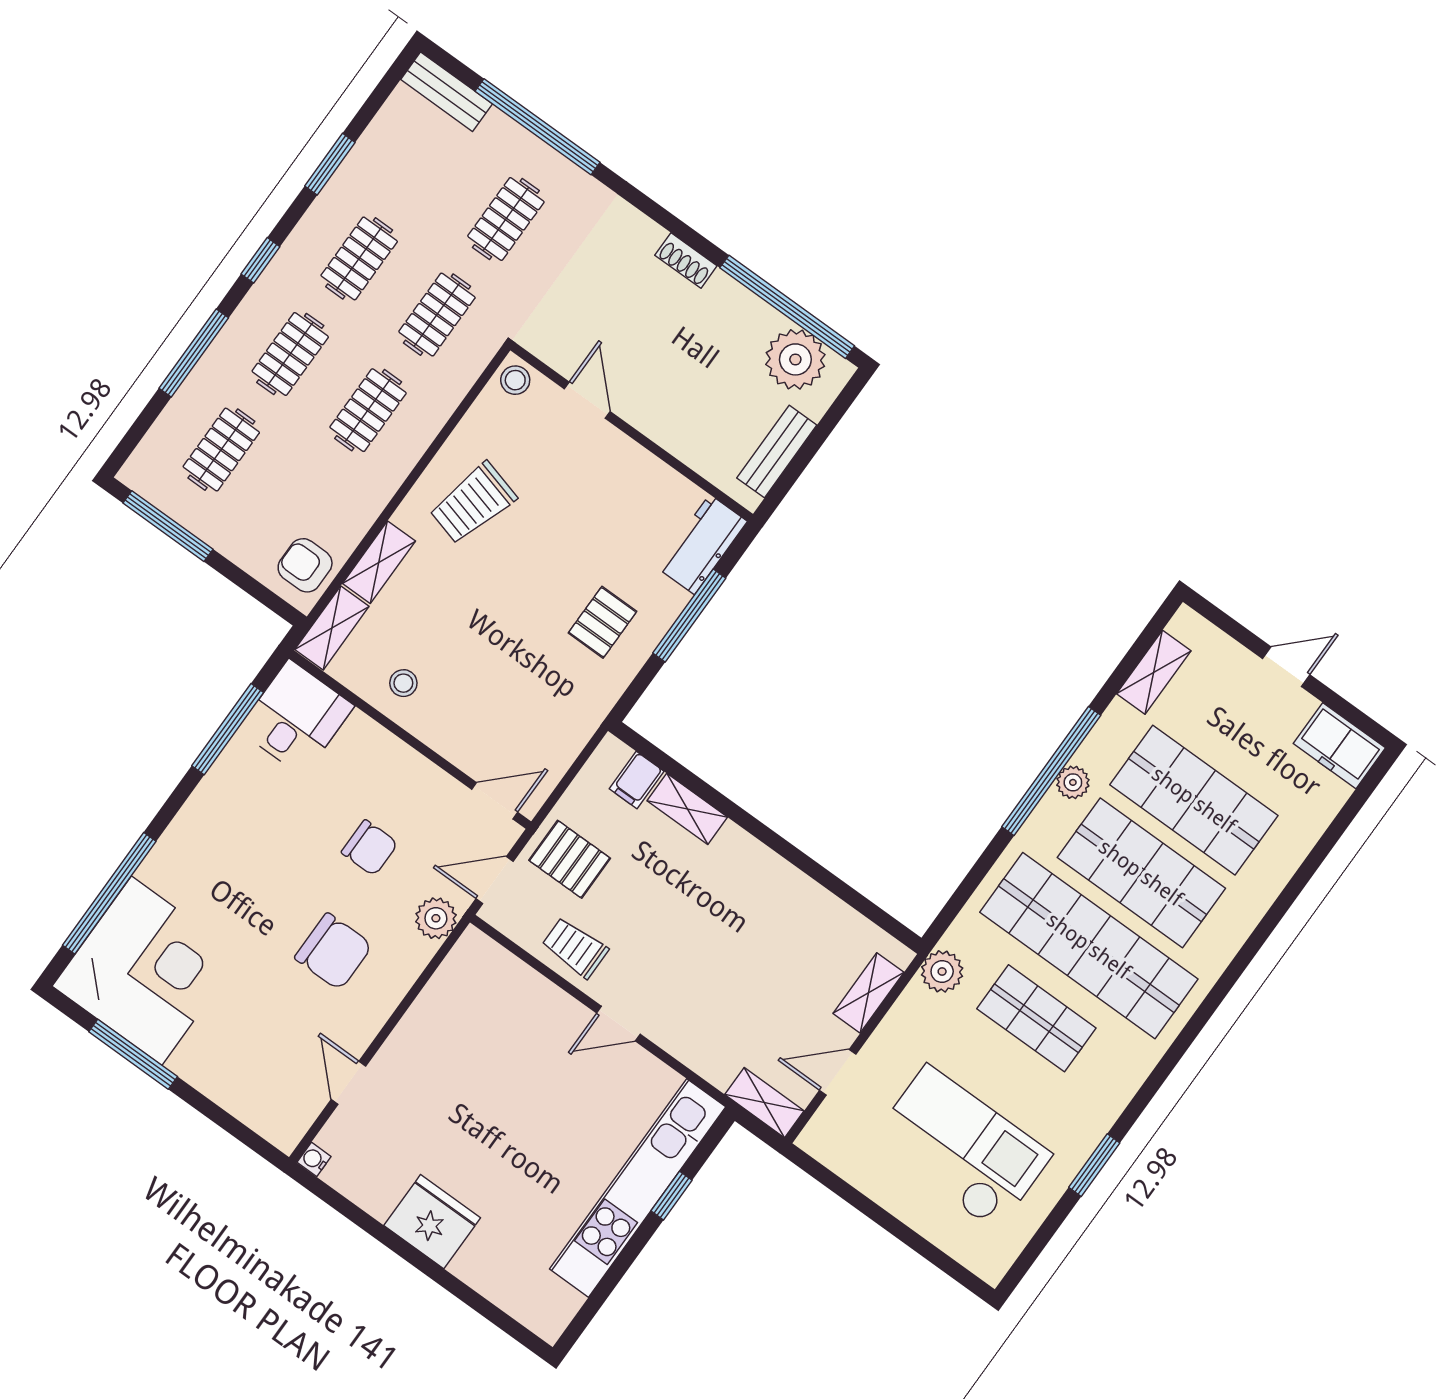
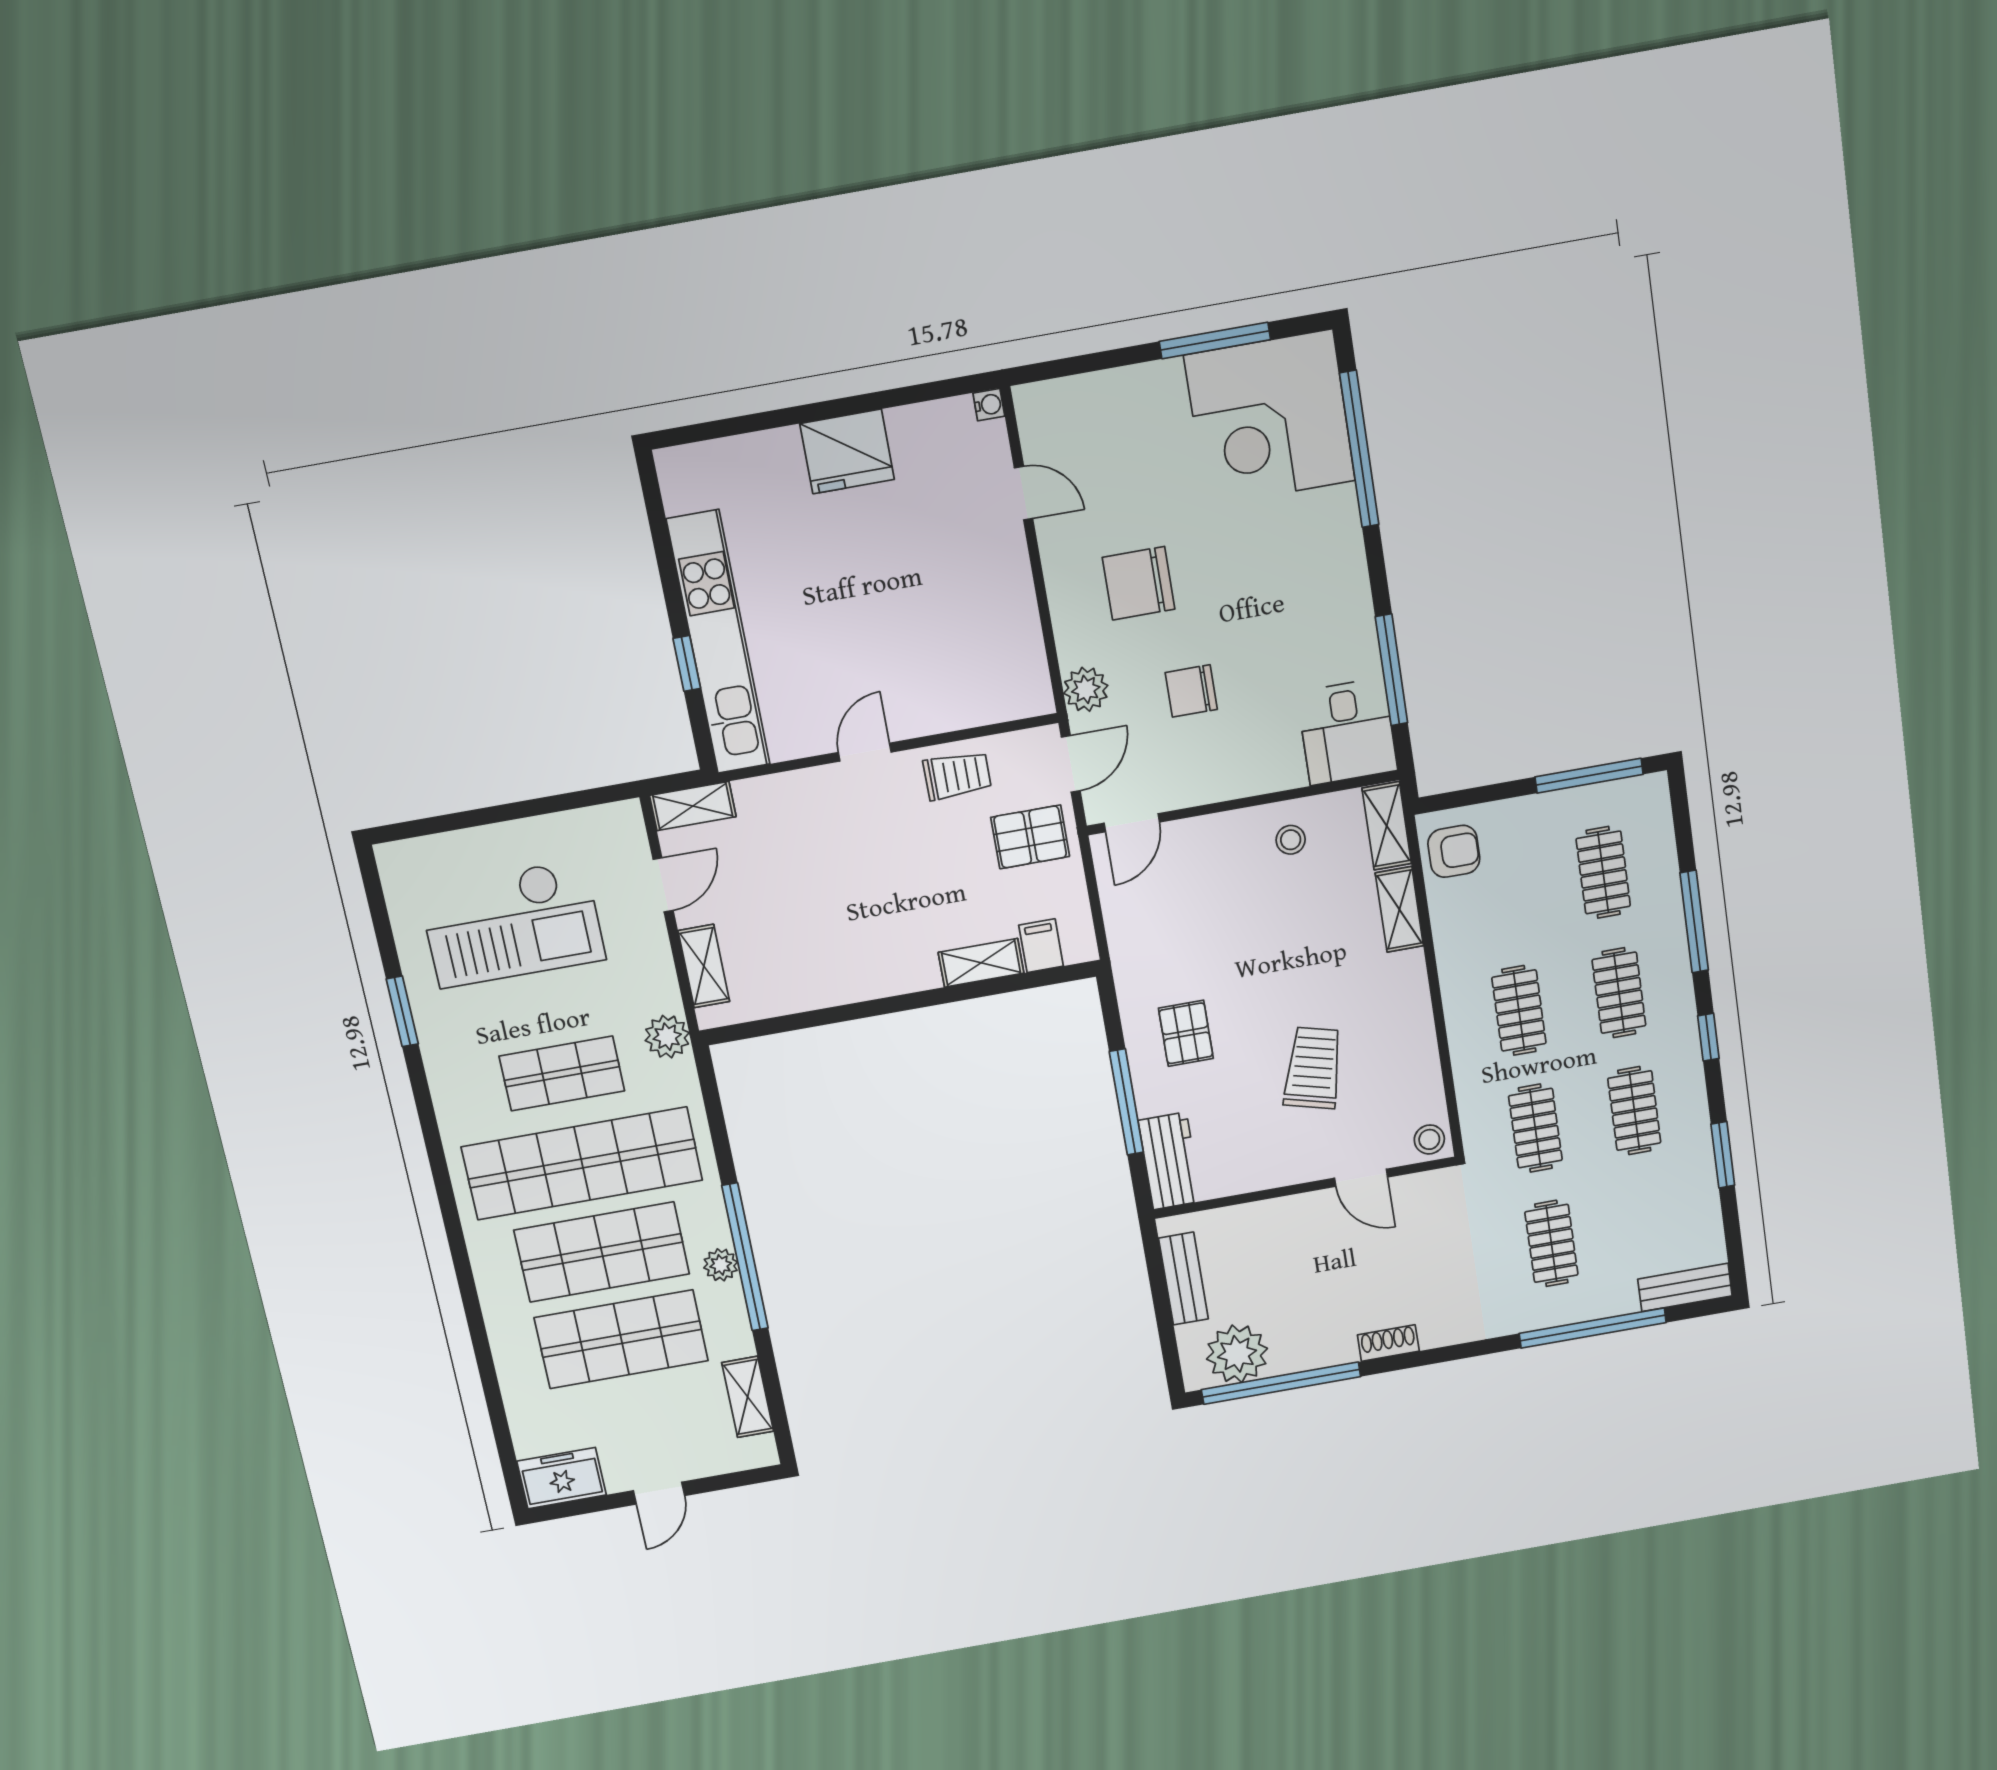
trolley: (473, 503) -> (1313, 1068), moved

